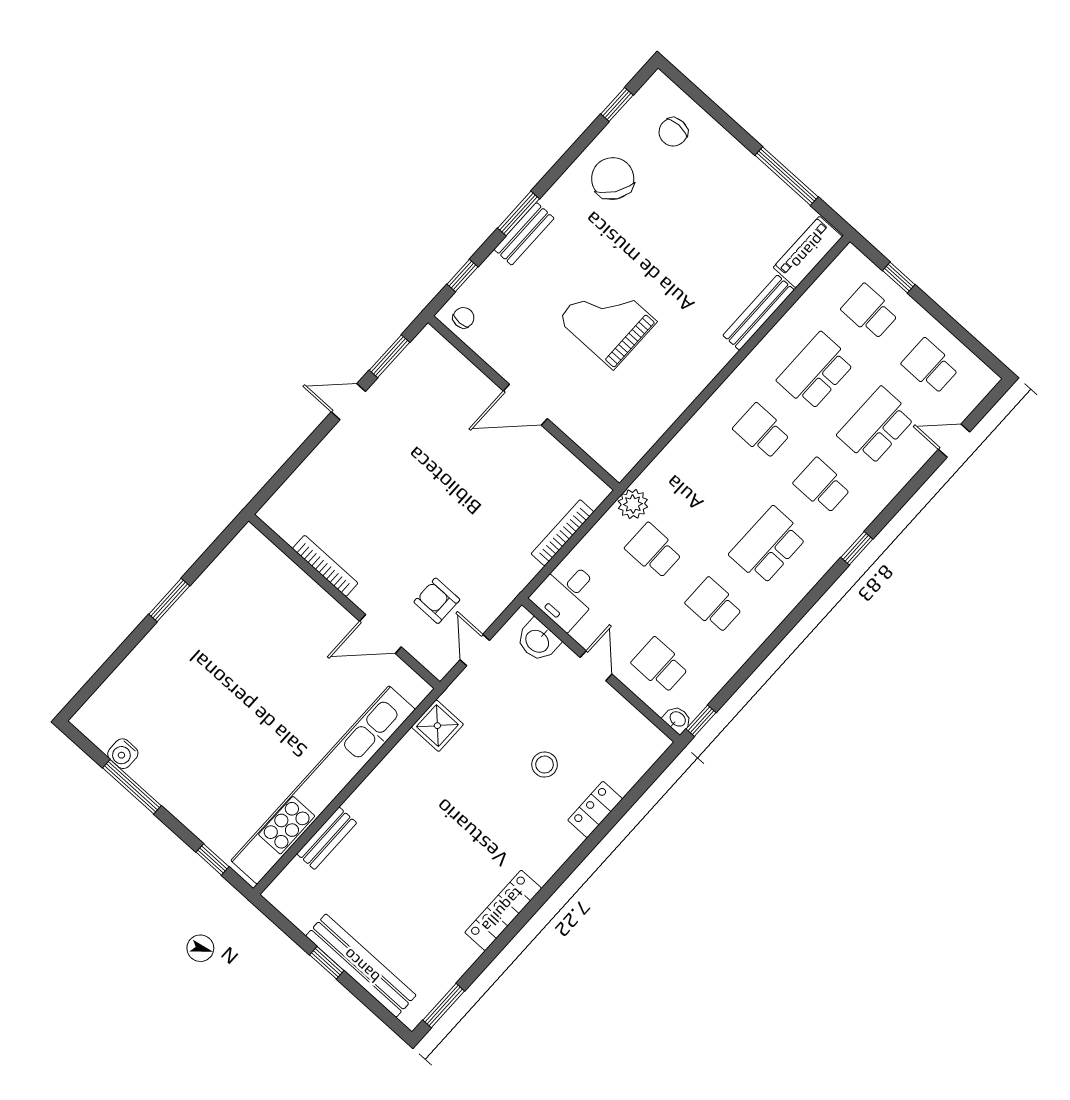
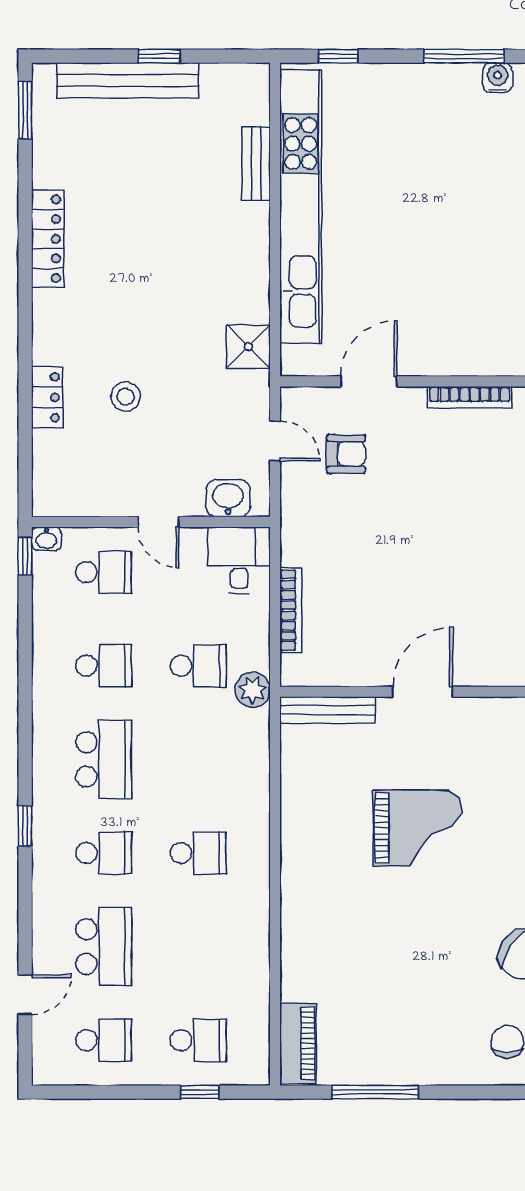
bench: (758, 313) -> (328, 710), moved, turned 90
school desk: (816, 371) -> (198, 947), removed

